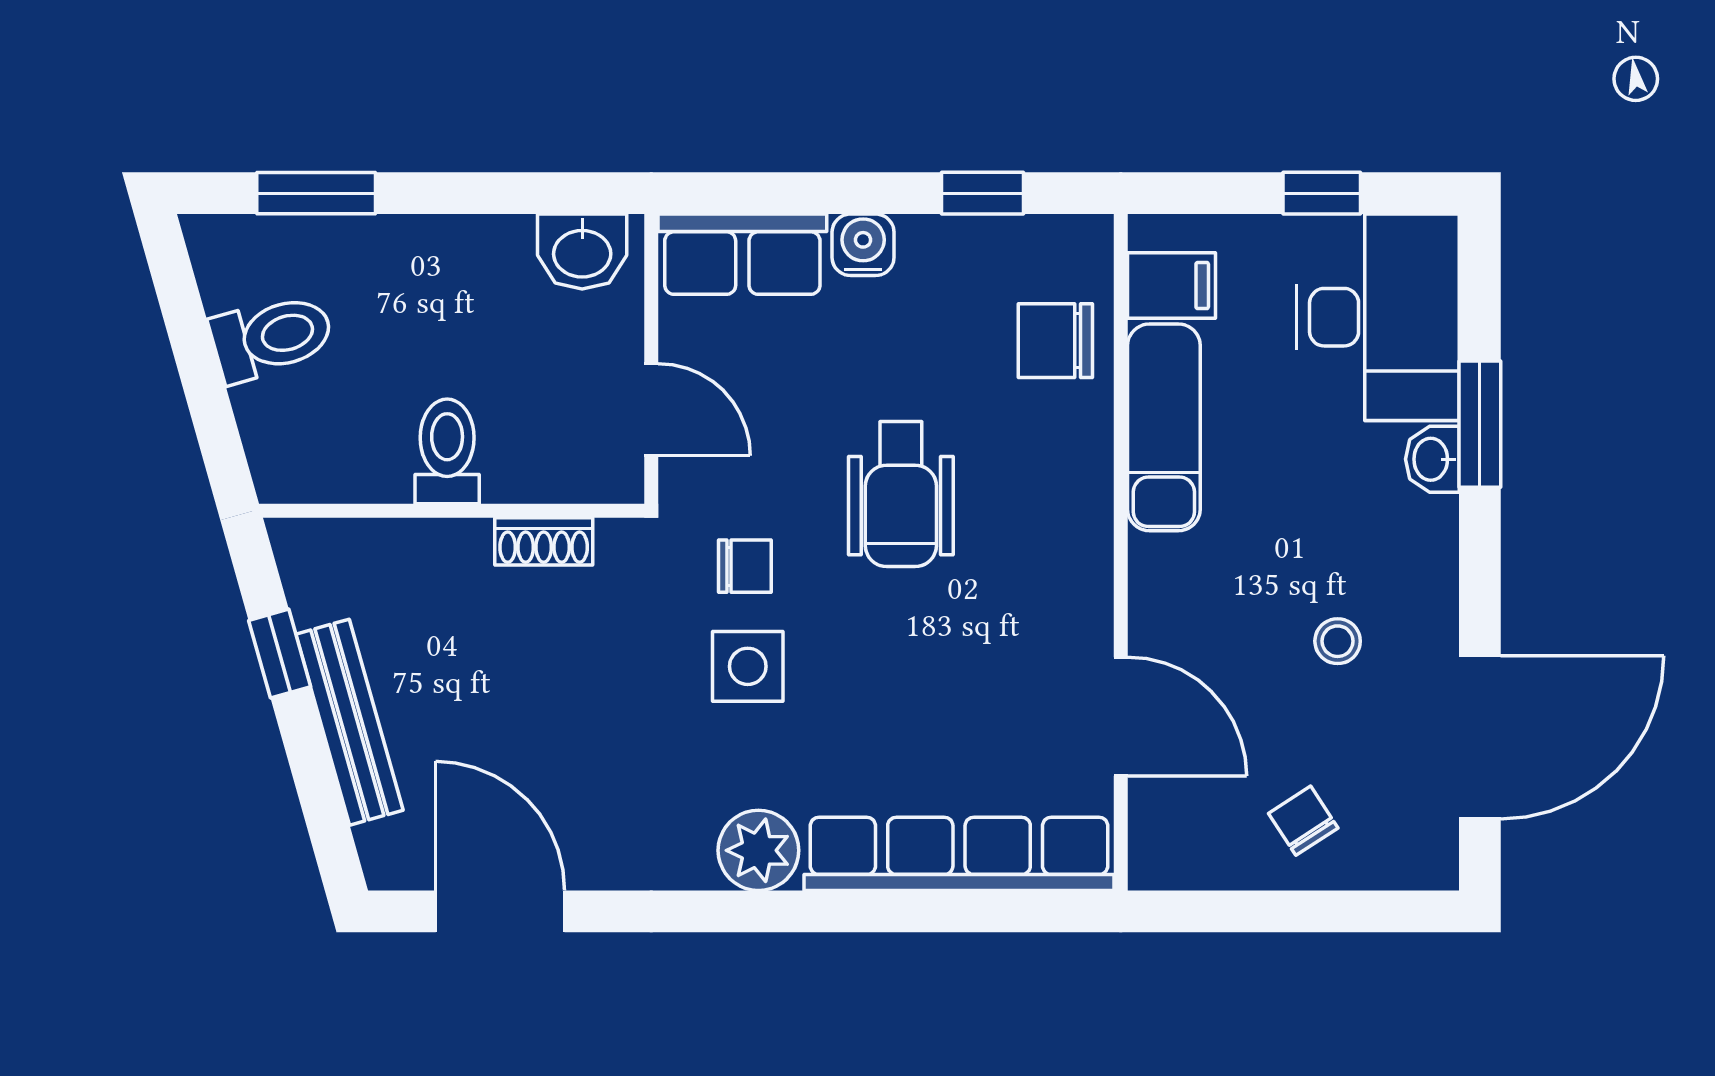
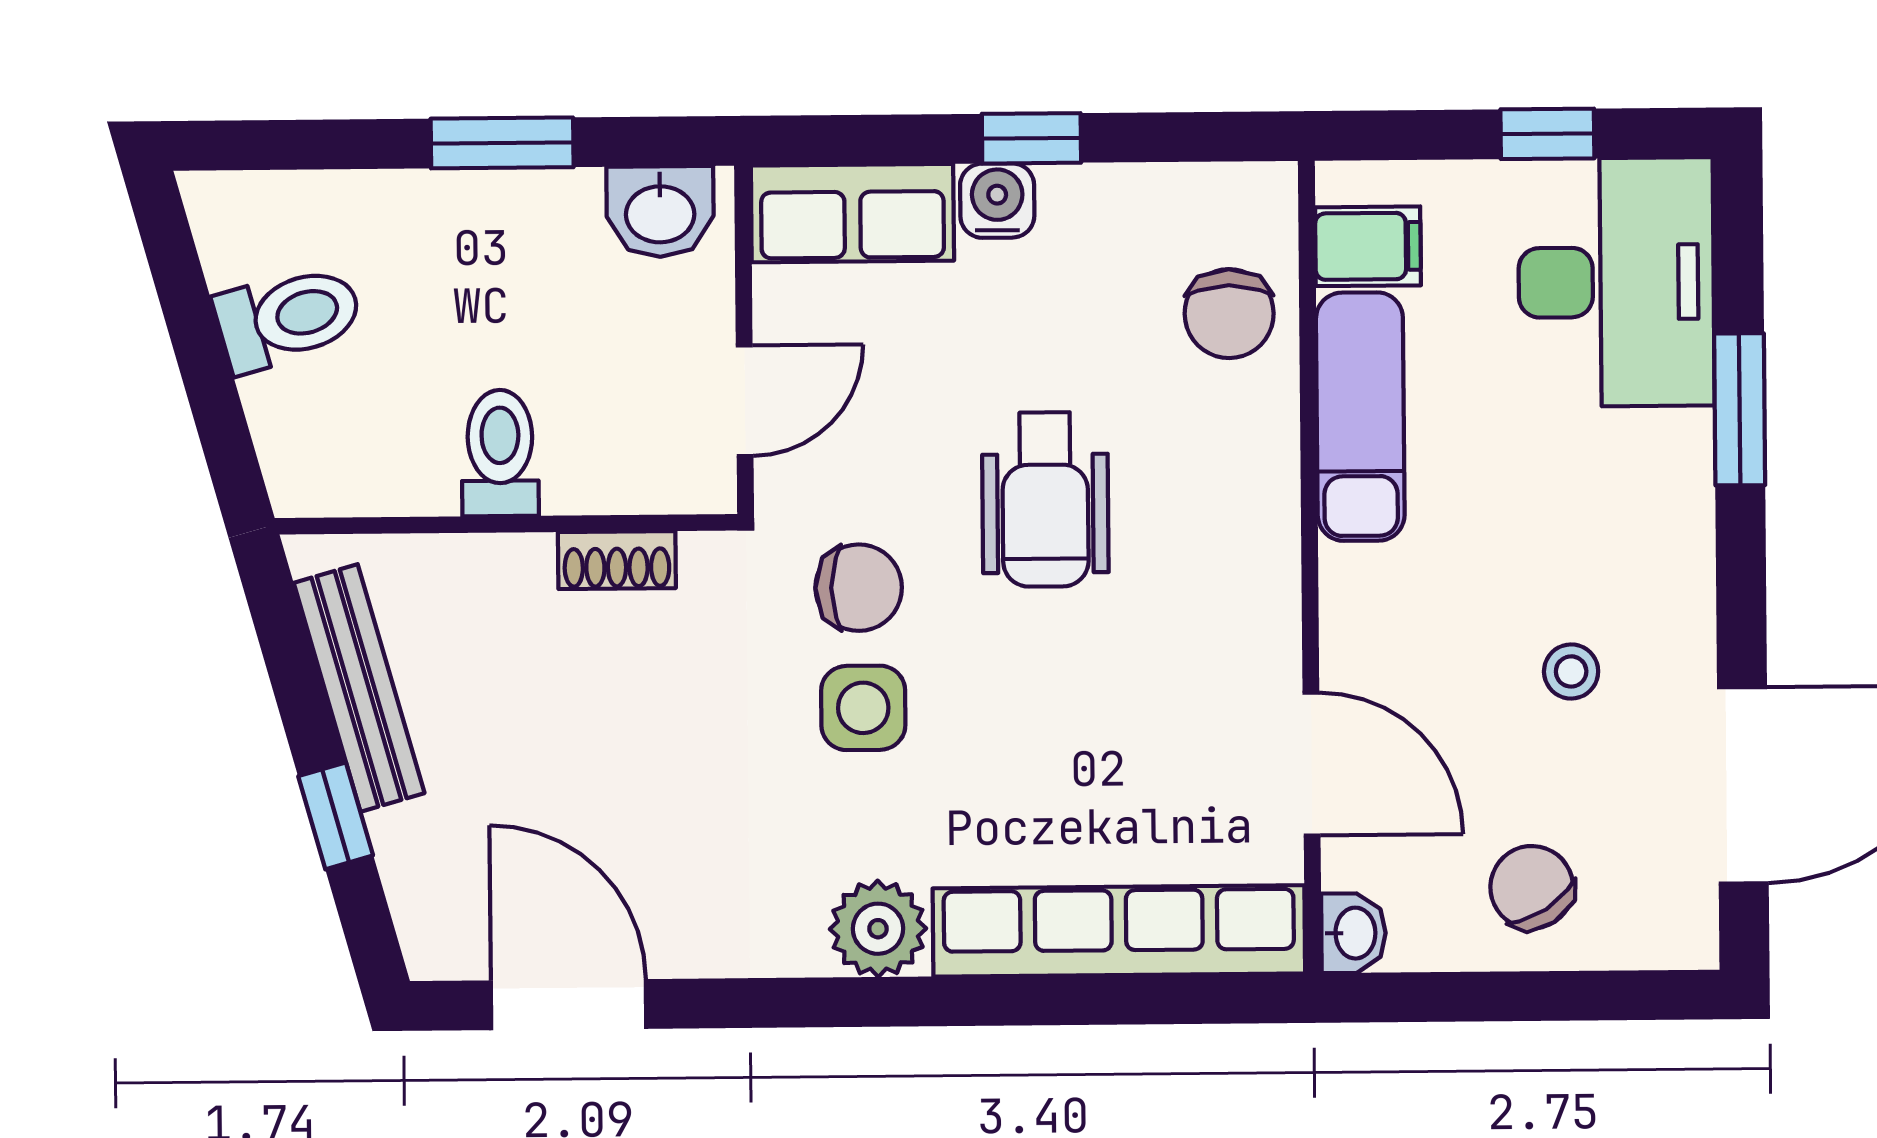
window: (316, 193) -> (502, 143), moved
window: (983, 193) -> (1031, 138), moved
chair: (1055, 341) -> (1229, 314), turned -90
door: (651, 410) -> (745, 401), hinge flipped
washbasin: (1432, 459) -> (1354, 933), moved, turned 180
chair: (745, 566) -> (859, 588), width x1.37, depth x1.37
window: (280, 654) -> (336, 816), moved
bench: (349, 722) -> (359, 688), moved
chair: (1303, 821) -> (1532, 887), width x1.37, depth x1.37

